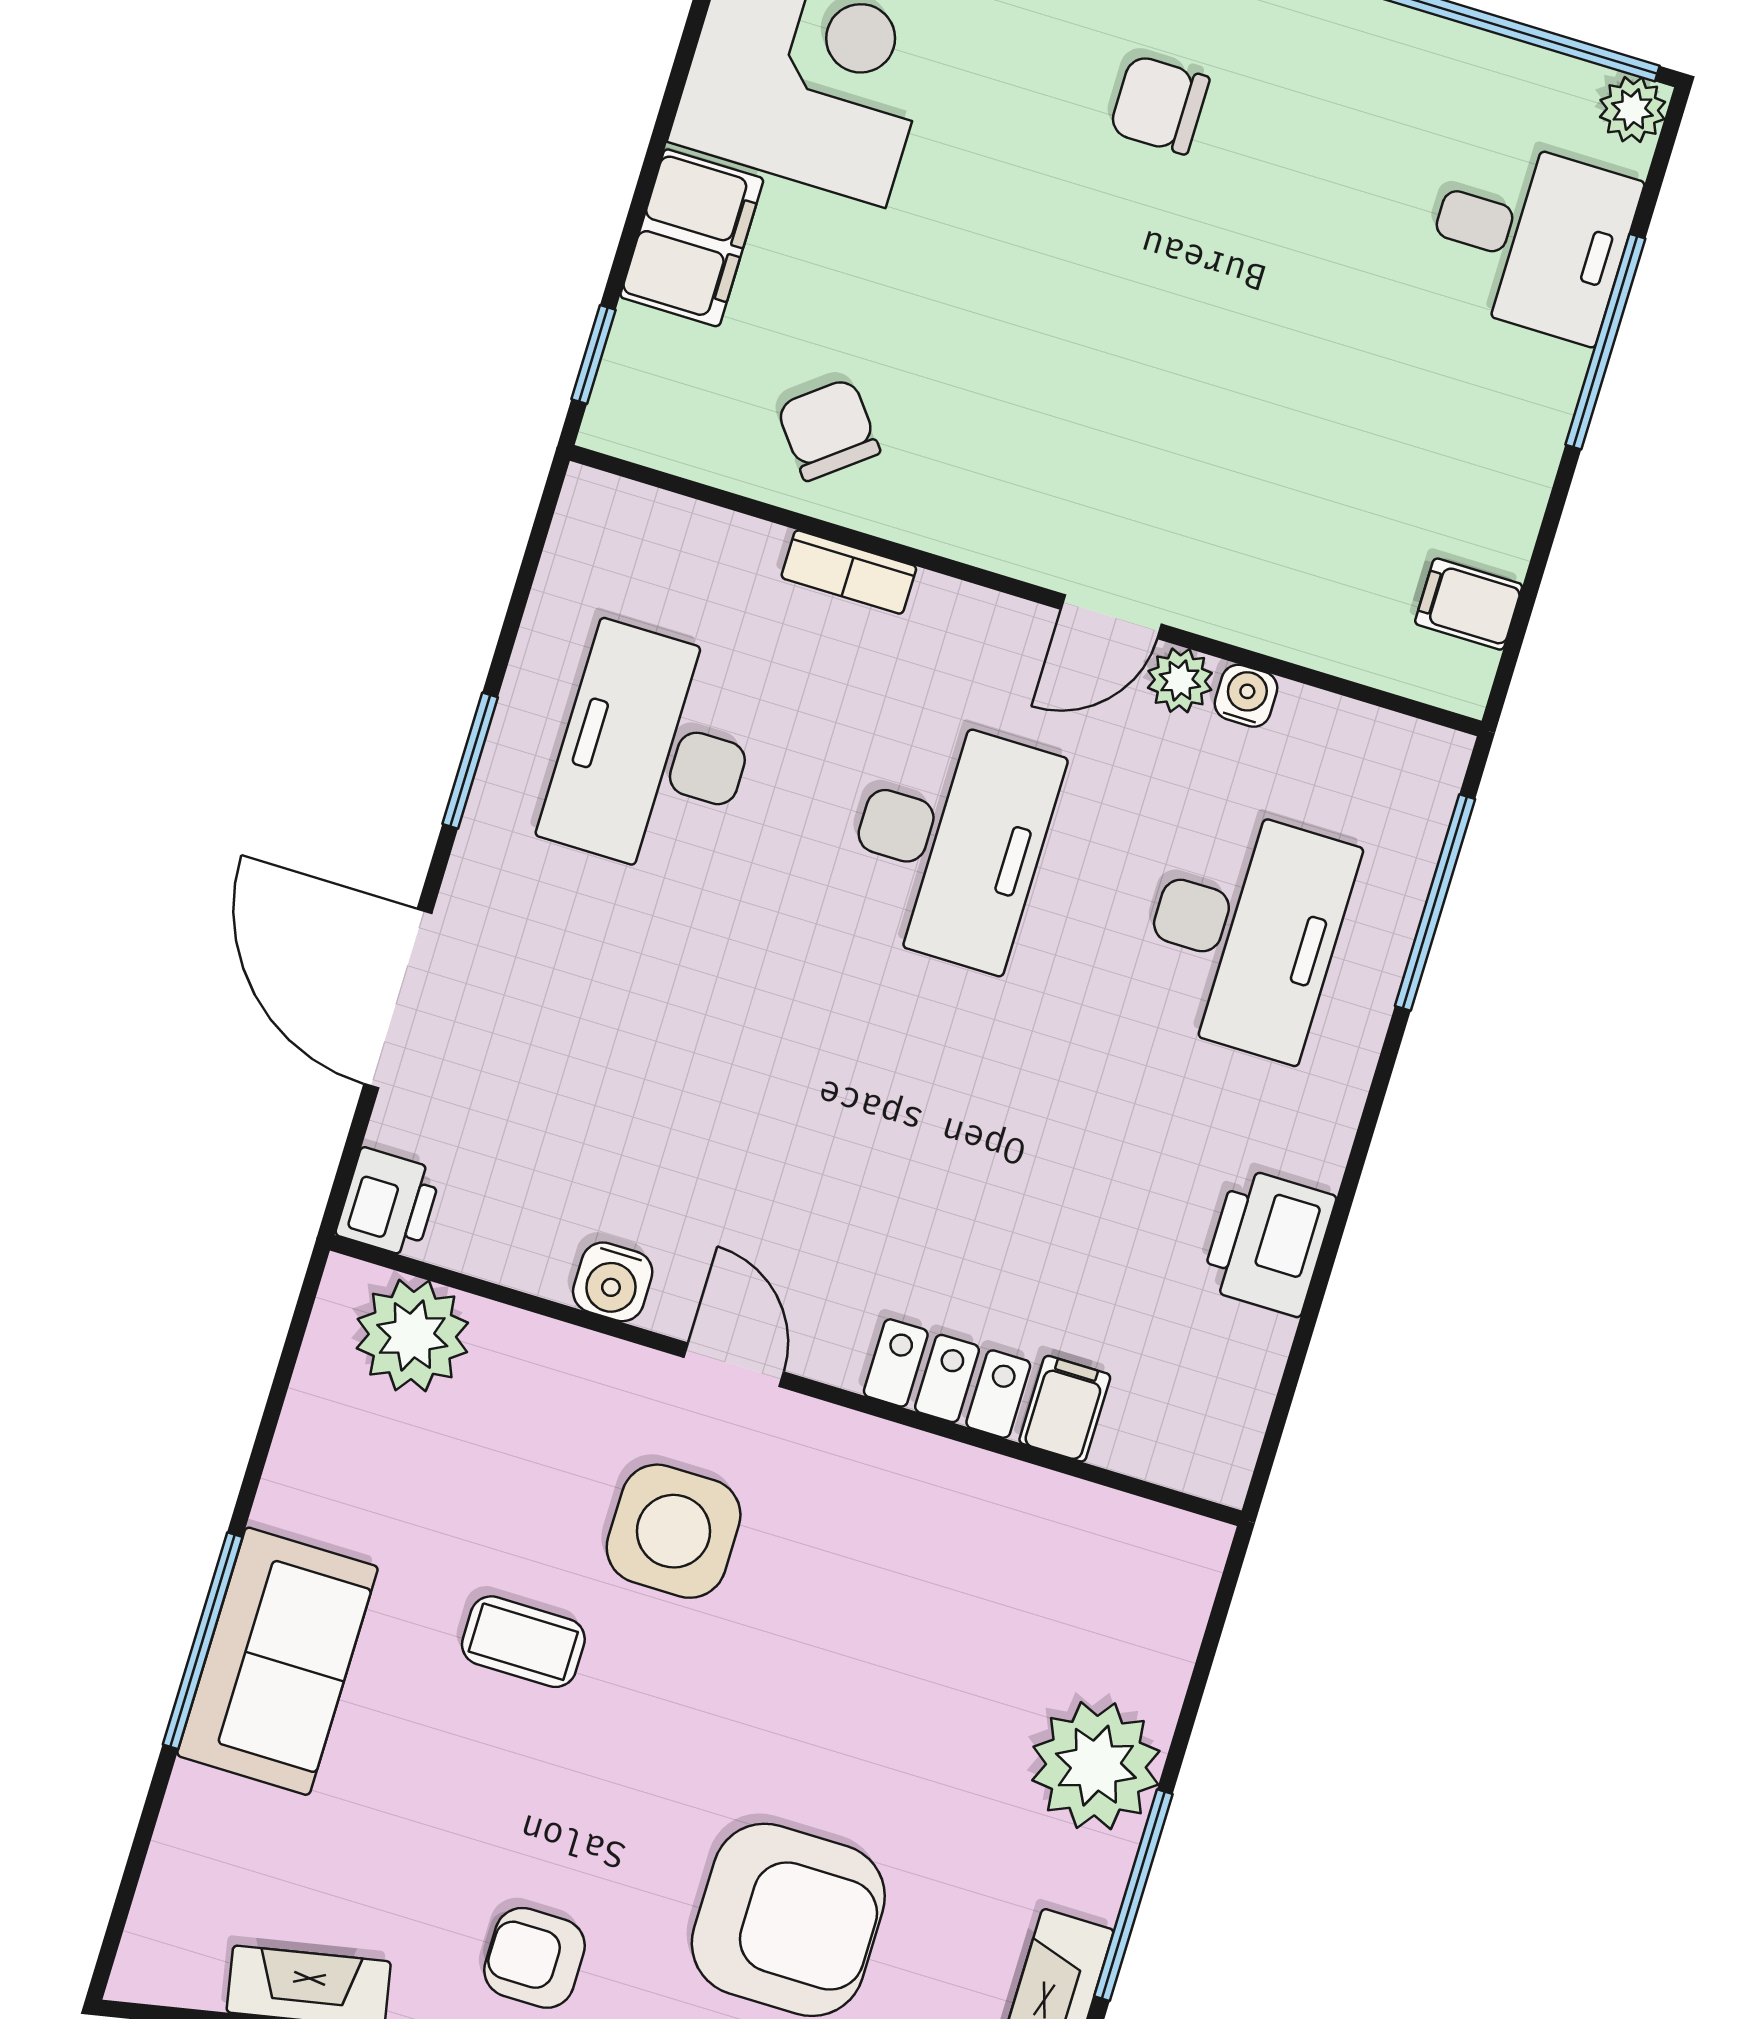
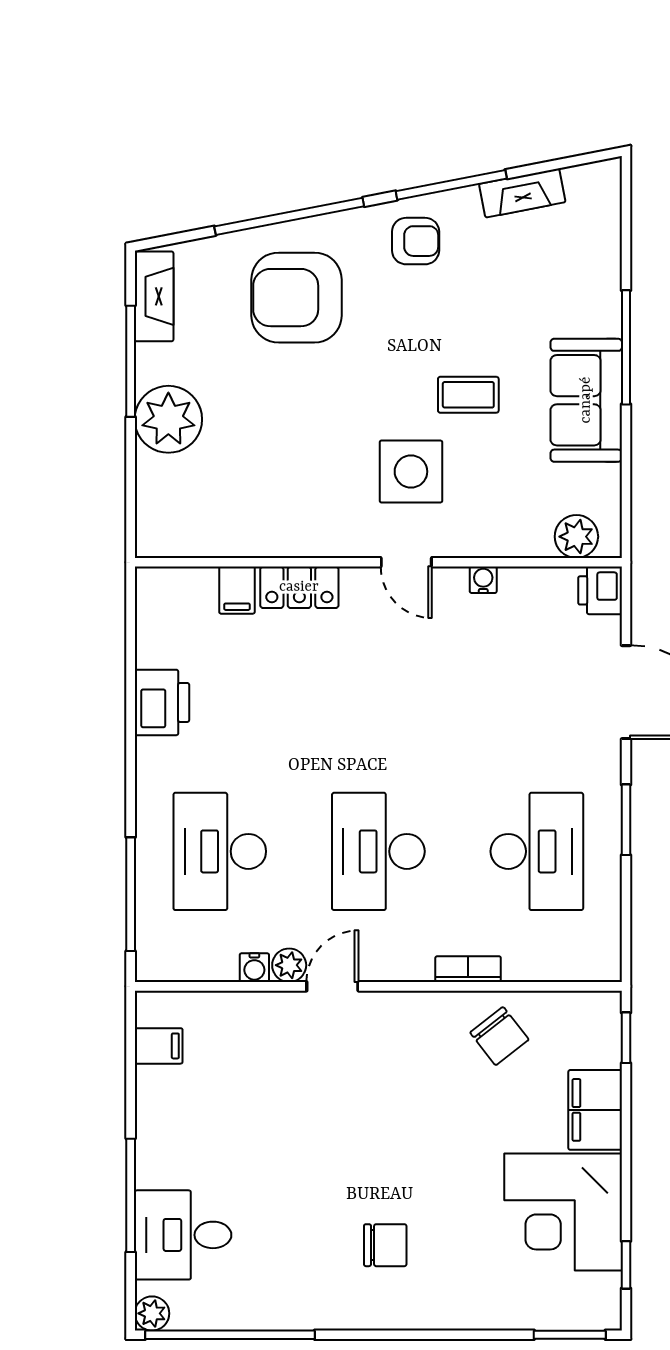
water cooler: (613, 1282) -> (483, 580), width x0.72, depth x0.72
plant: (412, 1336) -> (576, 537), width x0.73, depth x0.73
sofa: (277, 1661) -> (586, 400), moved

